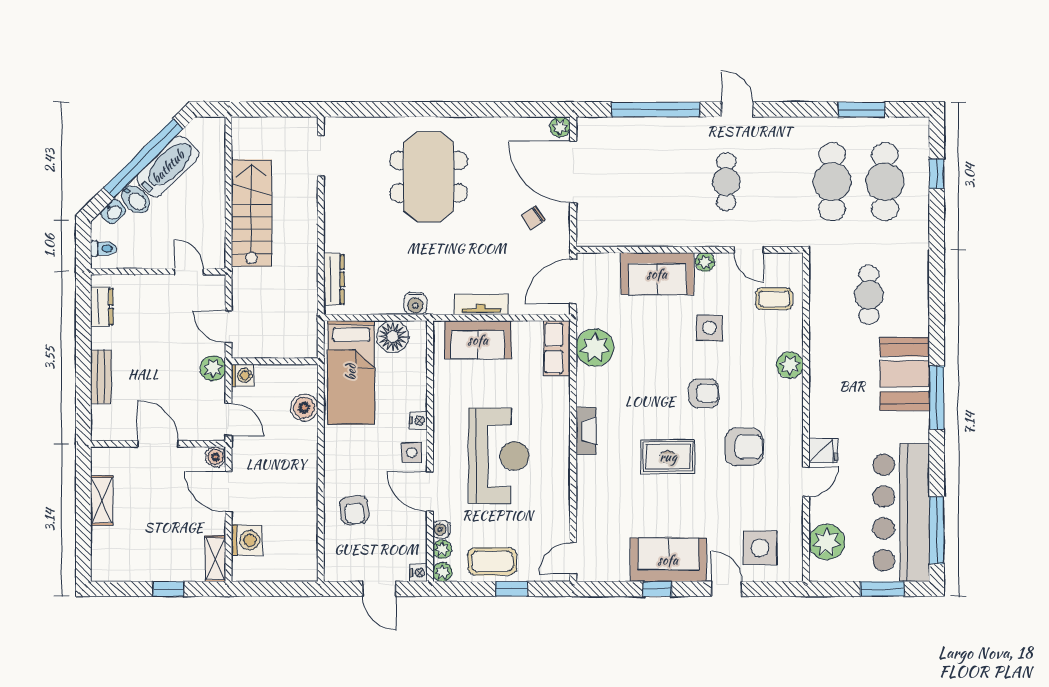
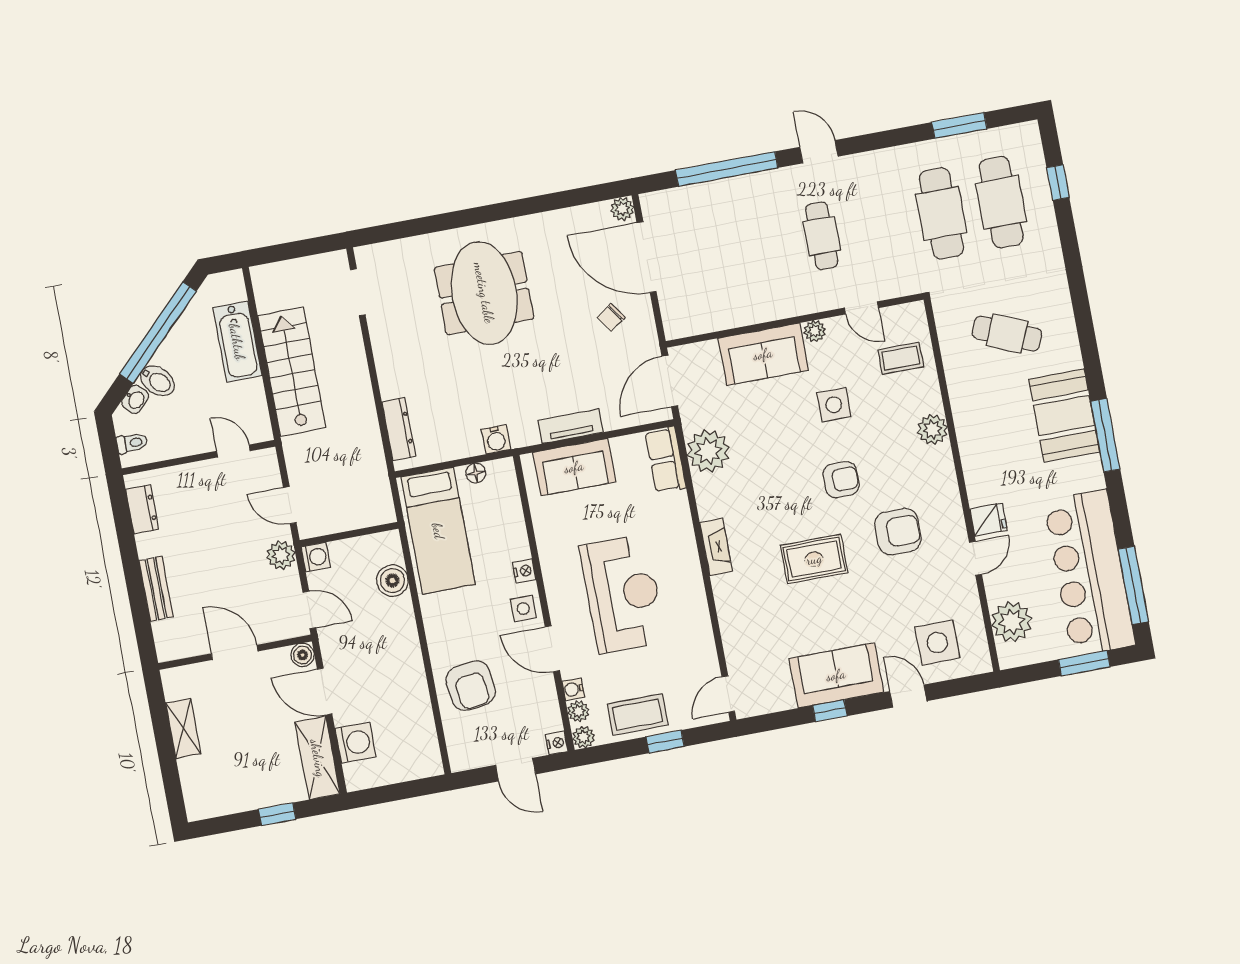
bathtub: (168, 167) -> (237, 342), moved, turned 135
cafe table: (869, 295) -> (1007, 334), turned -67
floor lamp: (393, 337) -> (476, 473), width x0.53, depth x0.53
armchair: (354, 510) -> (471, 686), width x1.38, depth x1.38
shelving: (215, 559) -> (318, 758), width x1.50, depth x1.33

